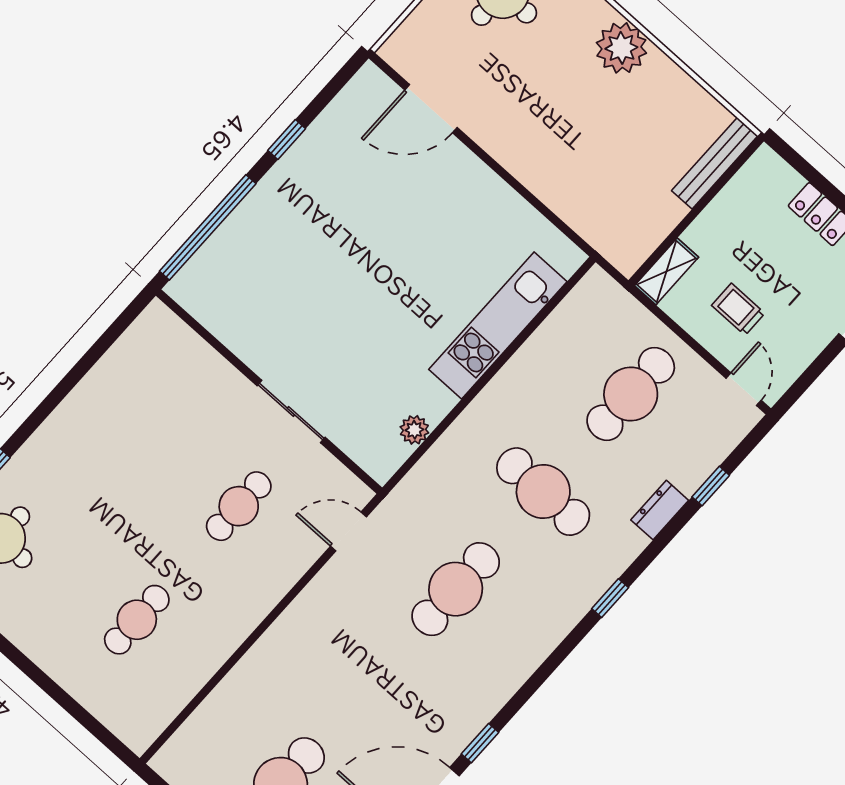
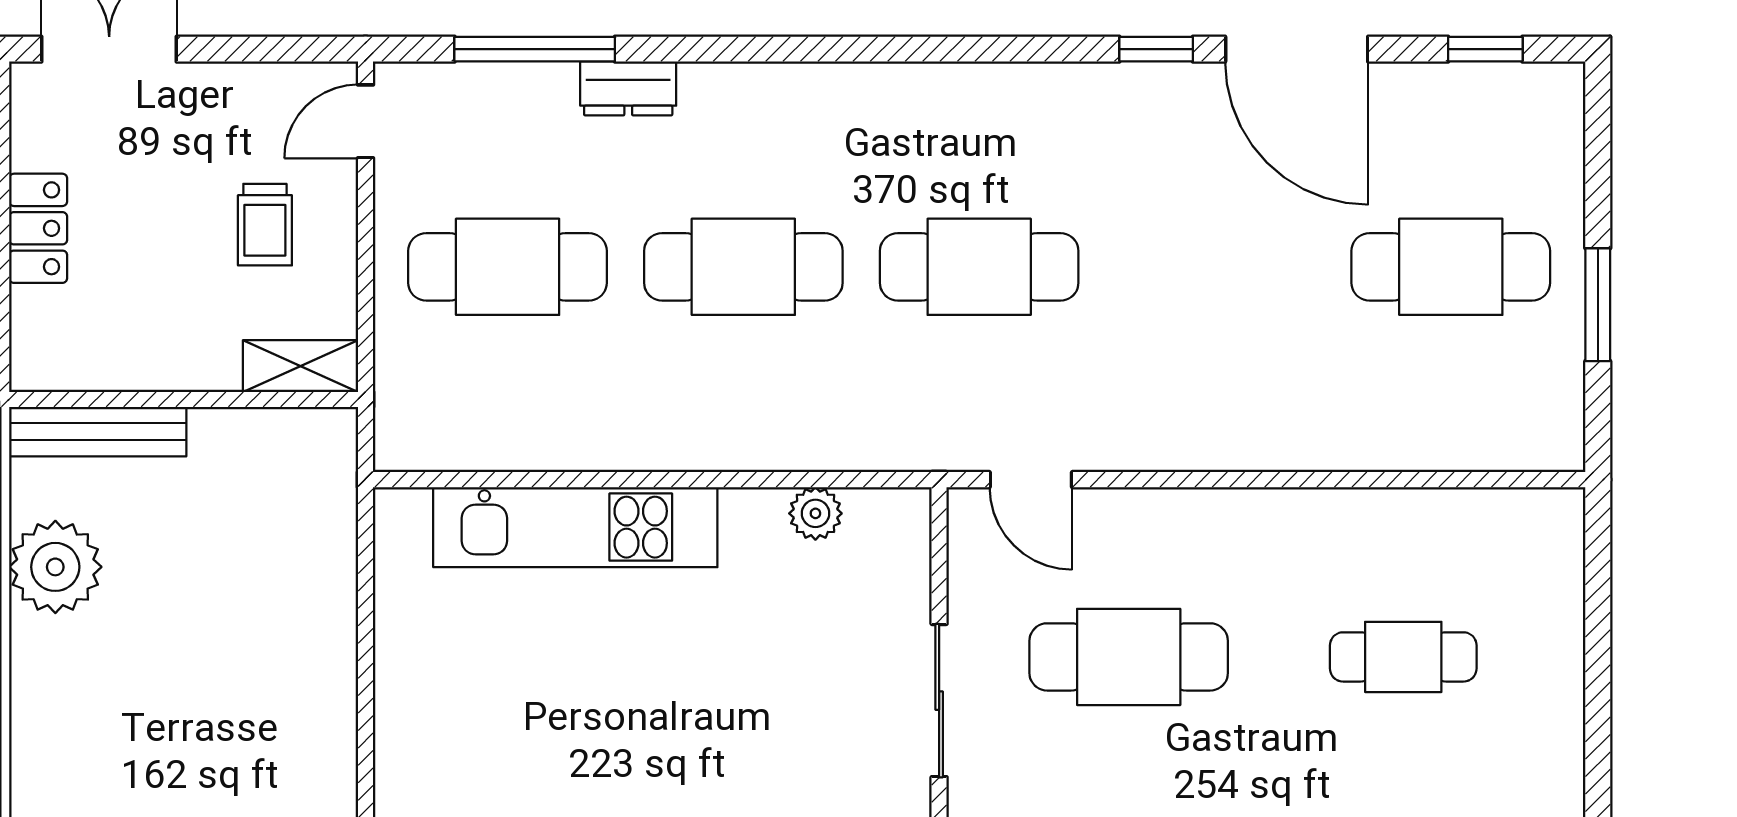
plant: (621, 48) -> (55, 567), moved
window: (711, 486) -> (535, 49), width x2.17
cafe table: (543, 492) -> (743, 267), turned 90
cafe table: (239, 506) -> (1129, 657), width x1.37, depth x1.35
window: (610, 598) -> (806, 49), removed

